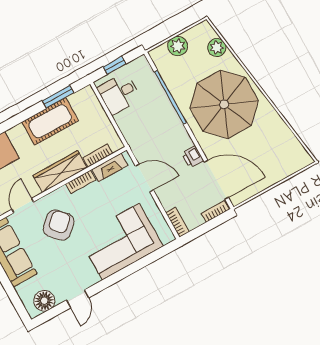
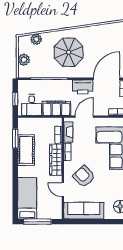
parasol: (224, 104) -> (69, 52), width x0.73, depth x0.73
filing cabinet: (134, 131) -> (56, 108), added
printer: (193, 157) -> (83, 87), width x1.87, depth x1.48

